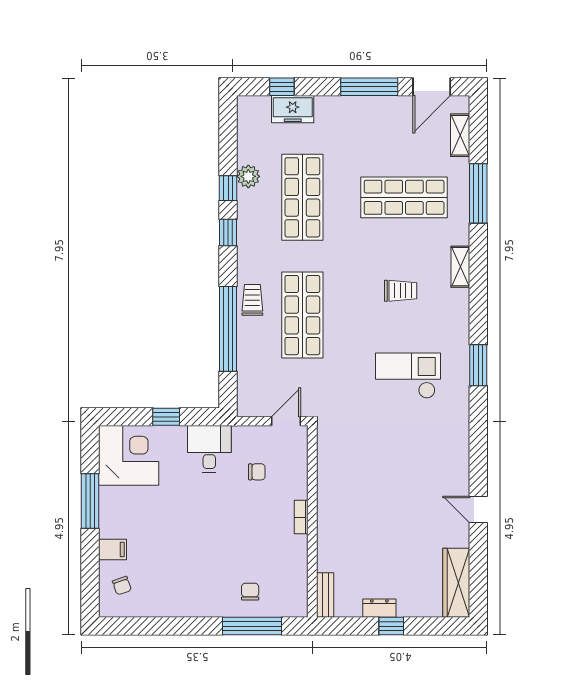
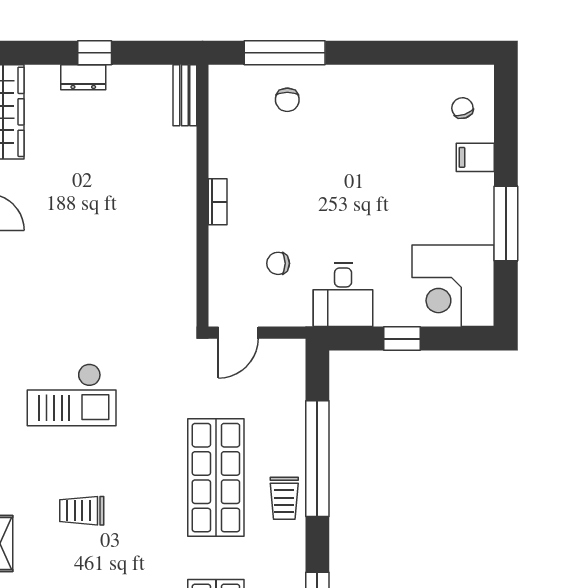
dresser: (379, 608) -> (83, 77), moved

